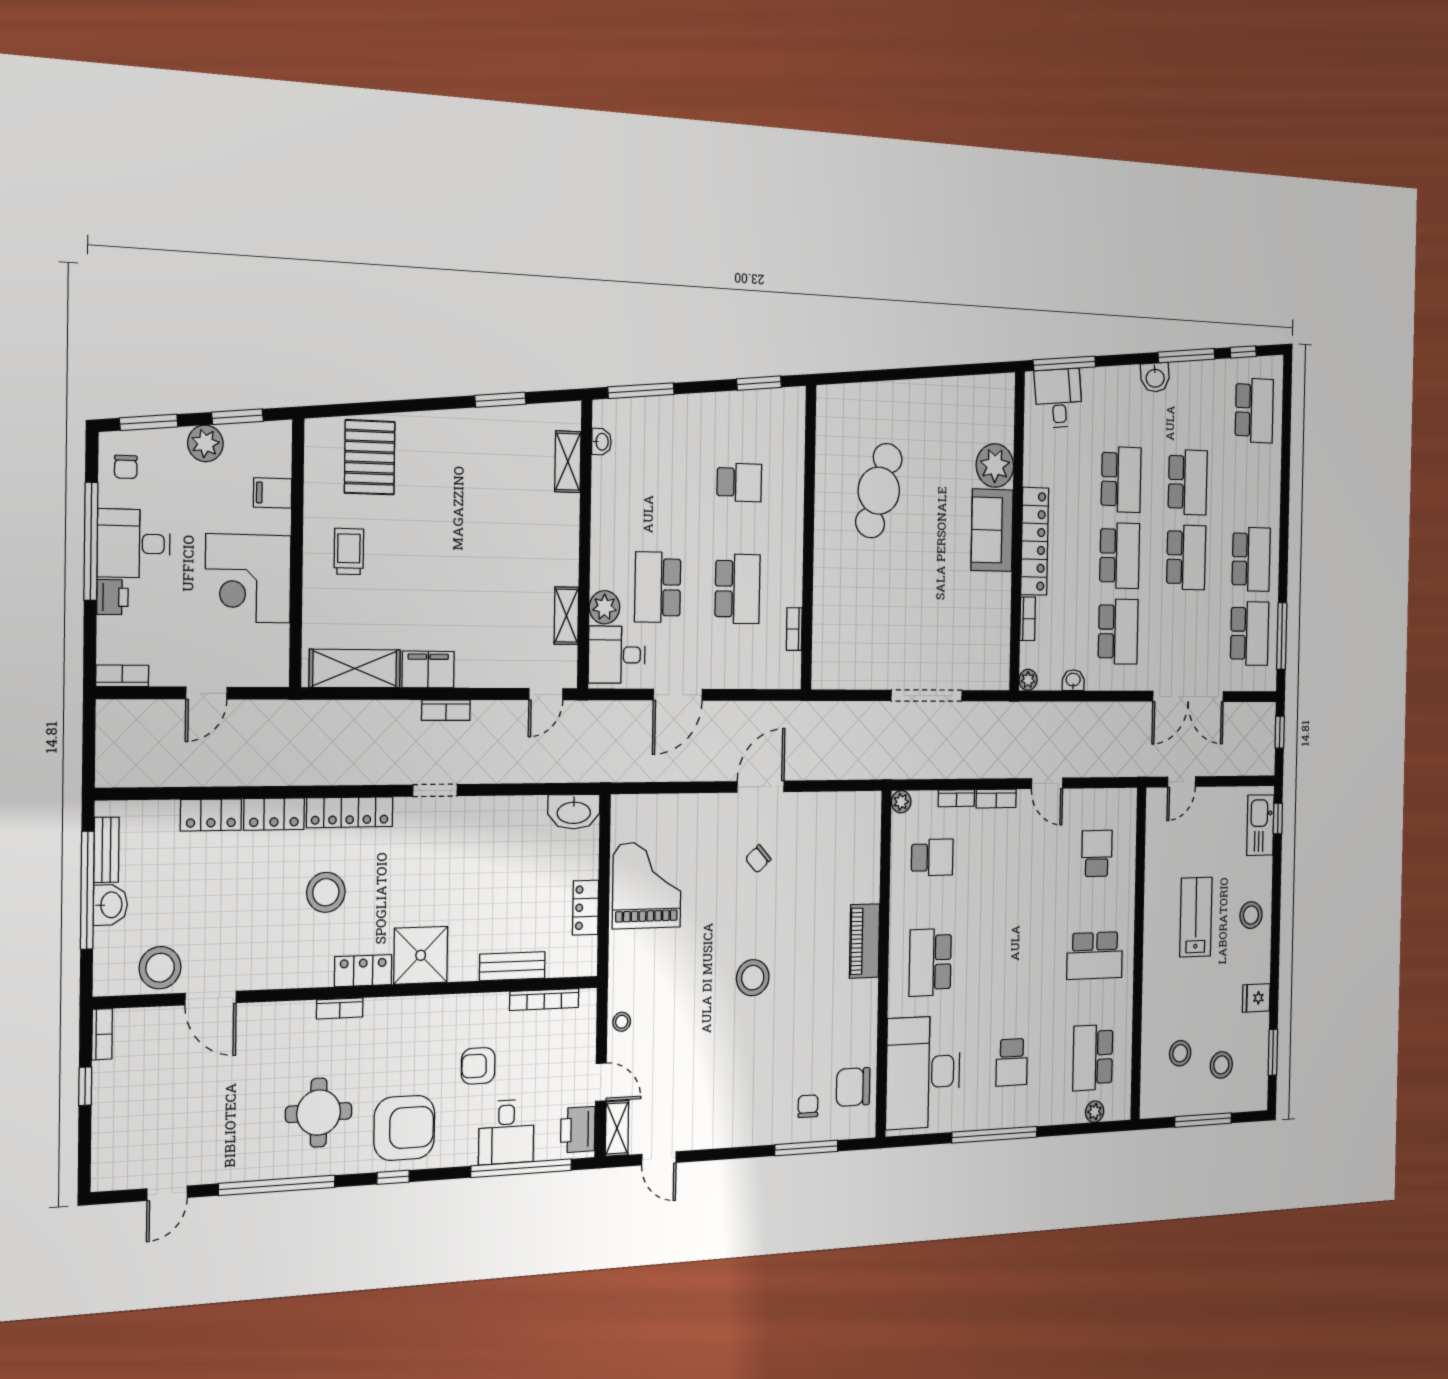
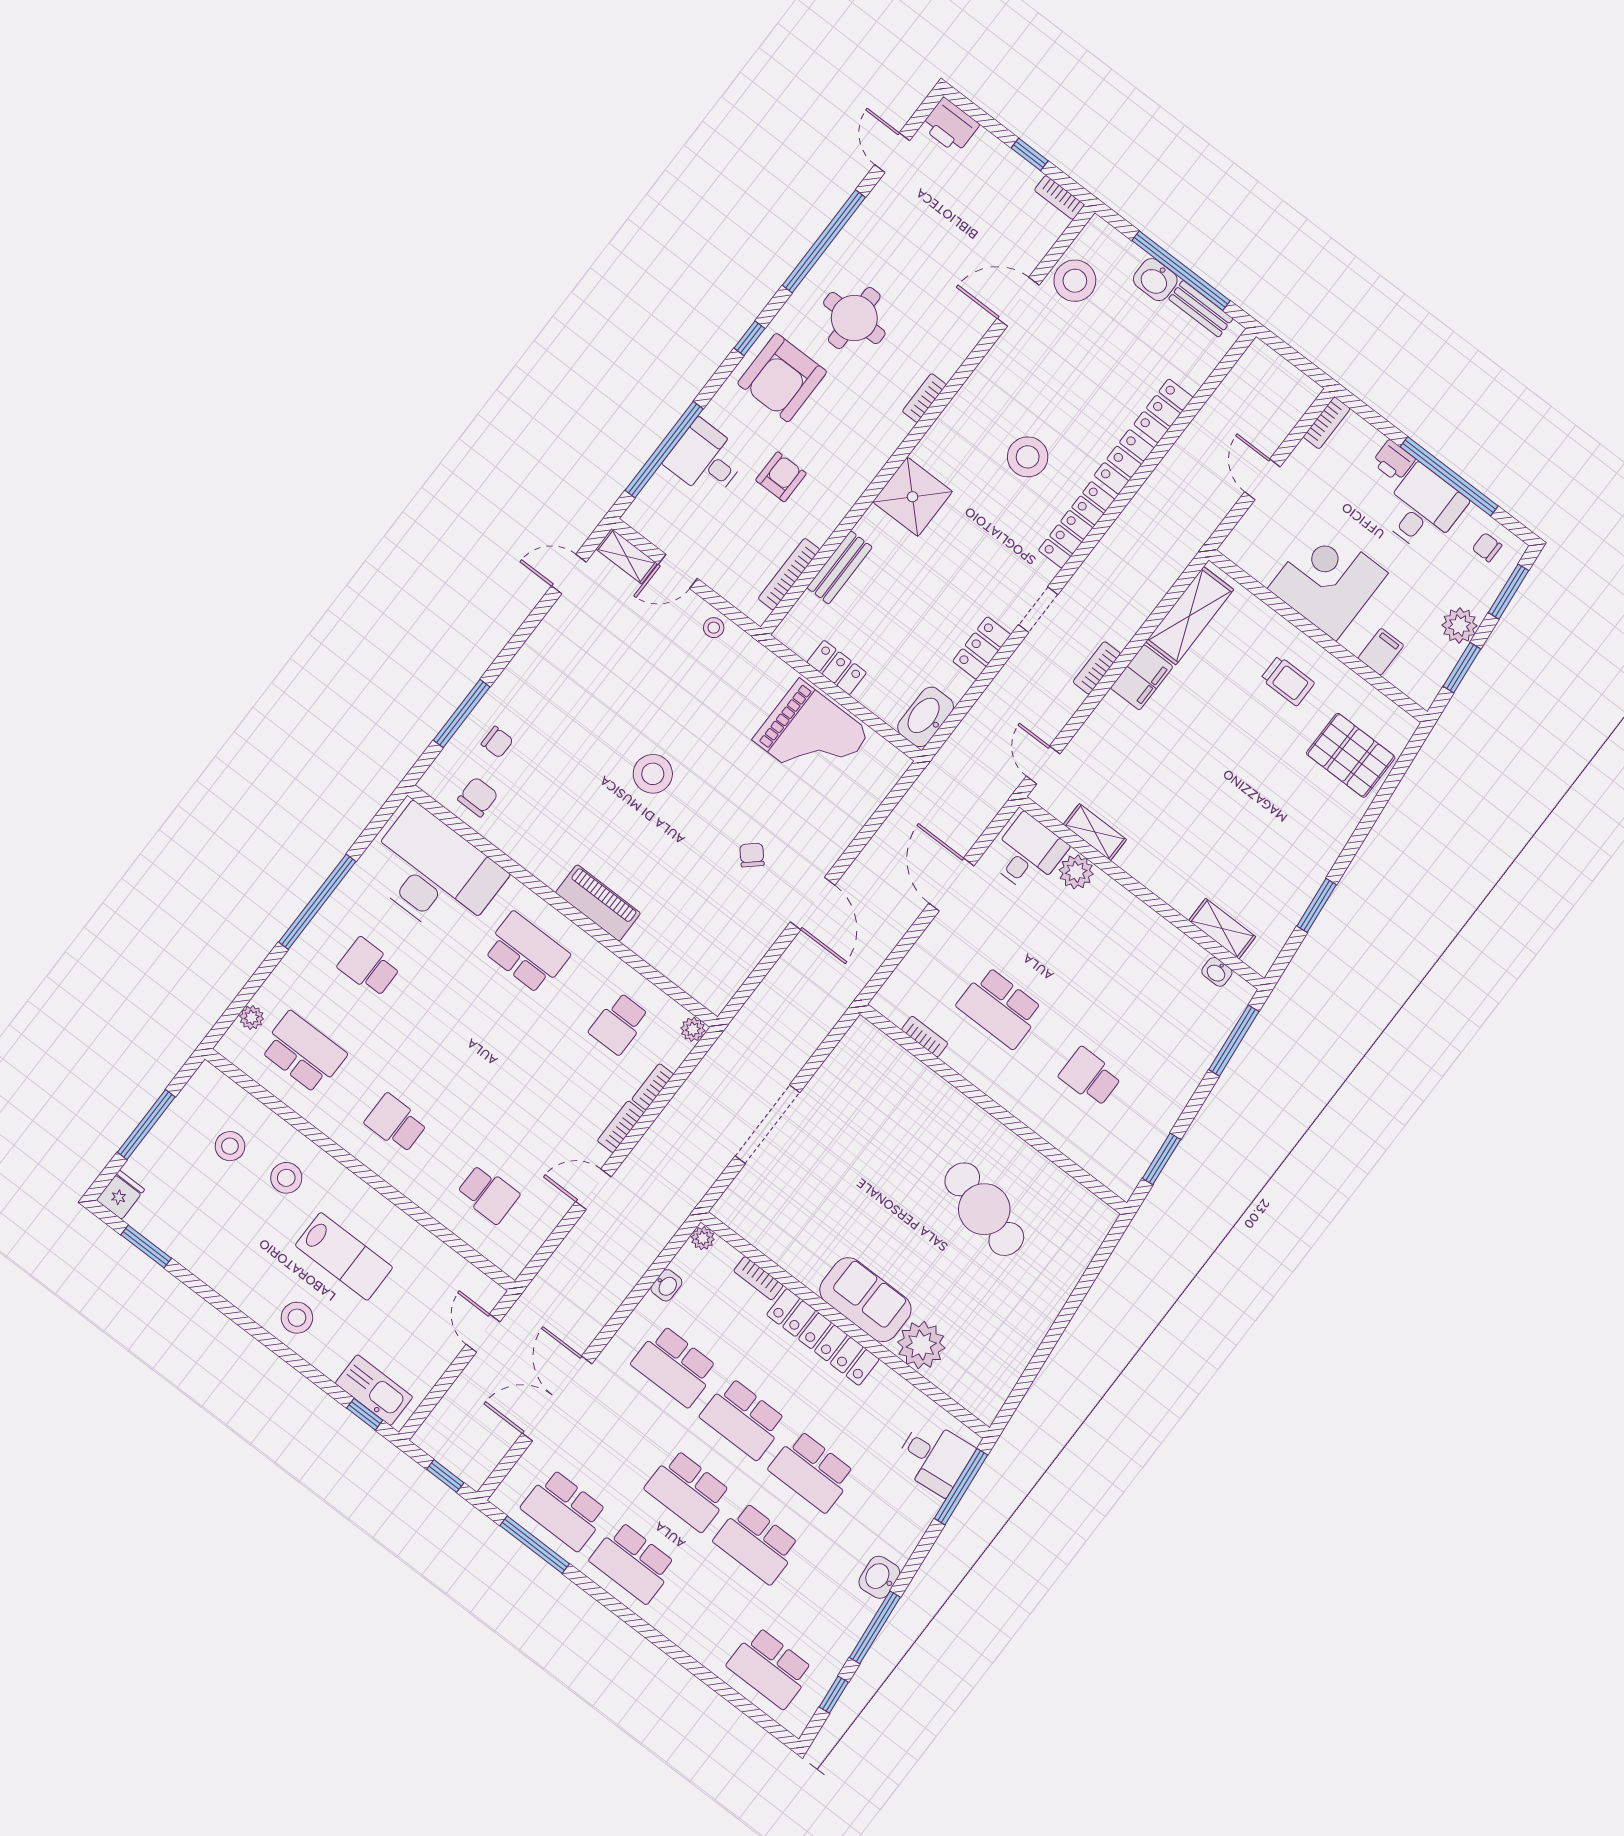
school desk: (739, 482) -> (1090, 1077), turned 90
school desk: (658, 587) -> (1057, 933), removed
school desk: (1095, 956) -> (396, 1123), width x0.54
locker: (363, 971) -> (982, 648), moved, turned 180
fridge: (1256, 998) -> (120, 1195), moved
stool: (1221, 1065) -> (286, 1178), moved
chair: (853, 1087) -> (478, 797), width x0.73, depth x0.73
printer: (578, 1130) -> (950, 126), moved, turned 180

